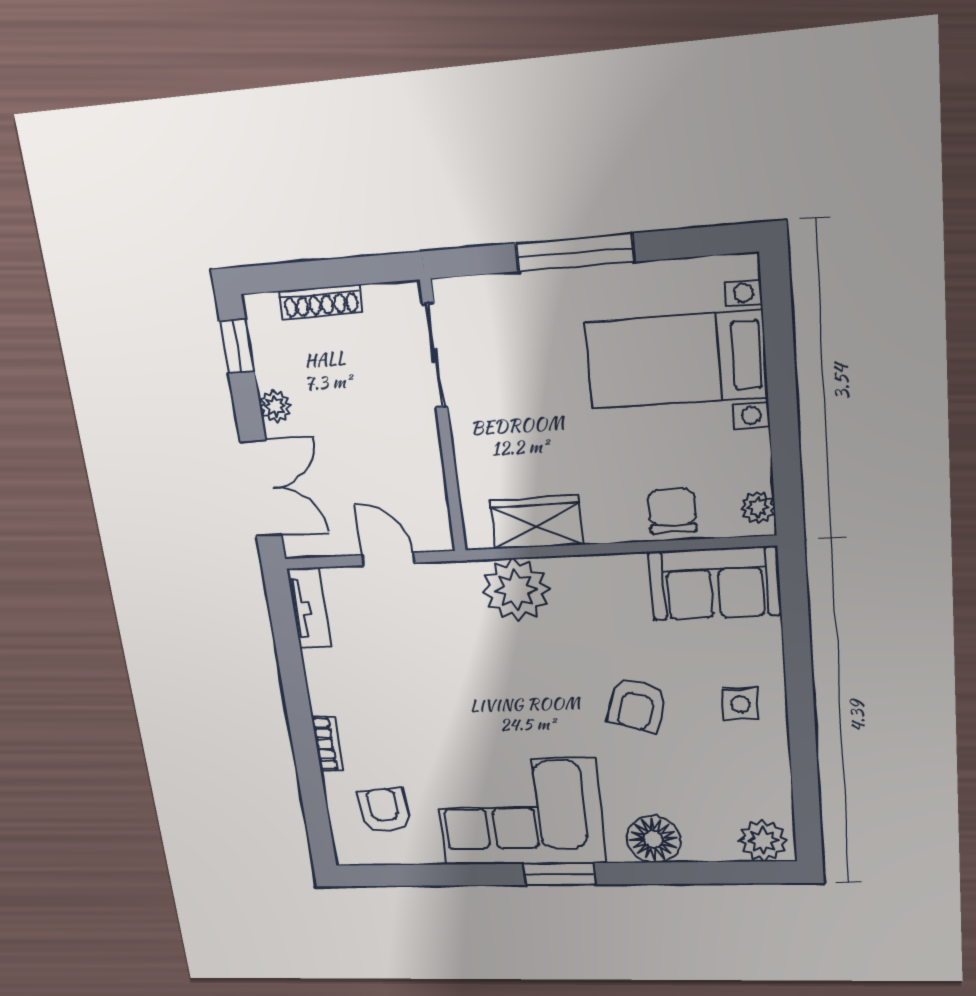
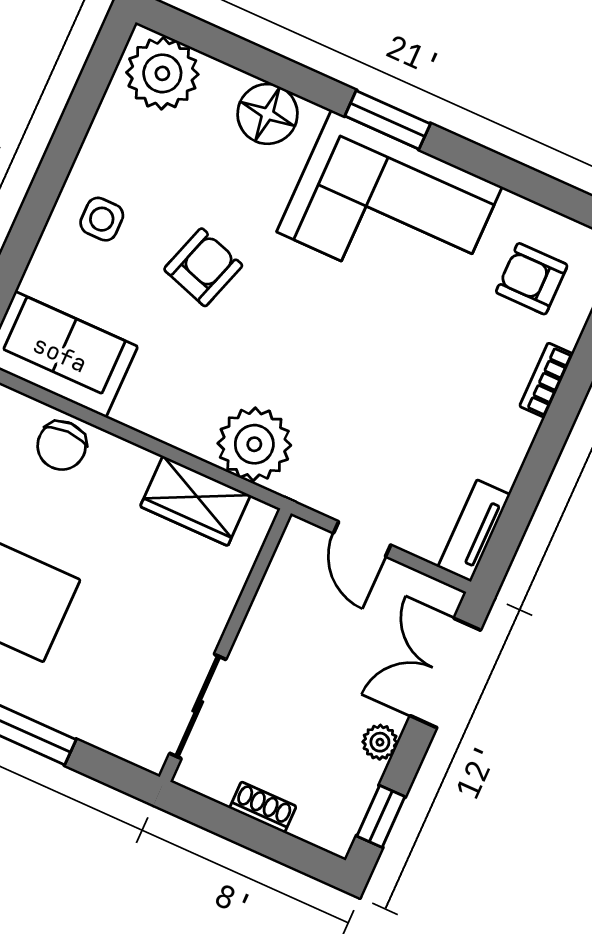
shoe rack: (321, 302) -> (263, 807), width x0.70
armchair: (384, 810) -> (532, 279), turned 95
plant: (763, 841) -> (162, 73), width x1.36, depth x1.36

